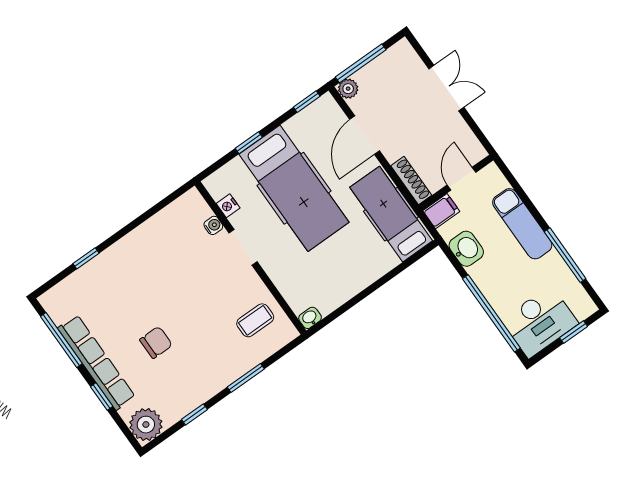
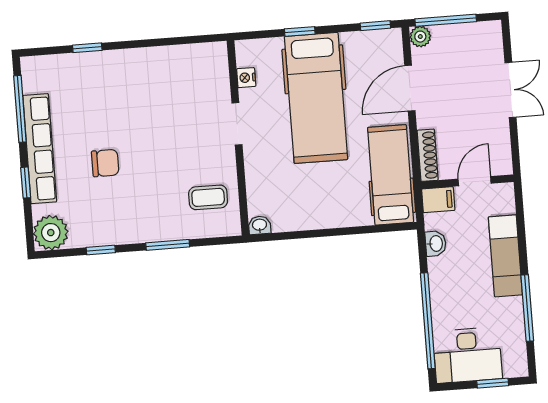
water cooler: (213, 225) -> (222, 88), removed
washbasin: (466, 249) -> (436, 244), width x0.72, depth x0.69

